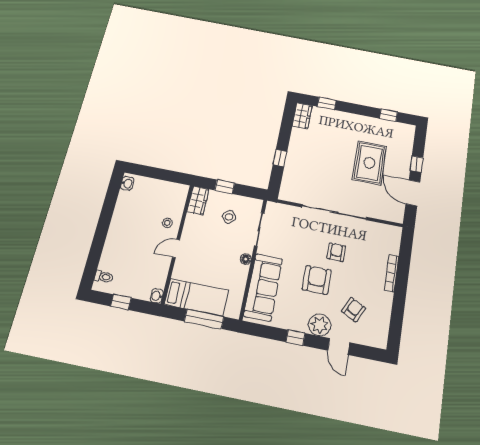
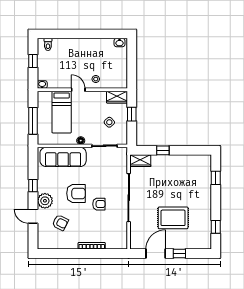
wardrobe: (302, 116) -> (140, 161), moved
bed: (196, 297) -> (62, 112), moved
door: (339, 347) -> (33, 216), hinge flipped

